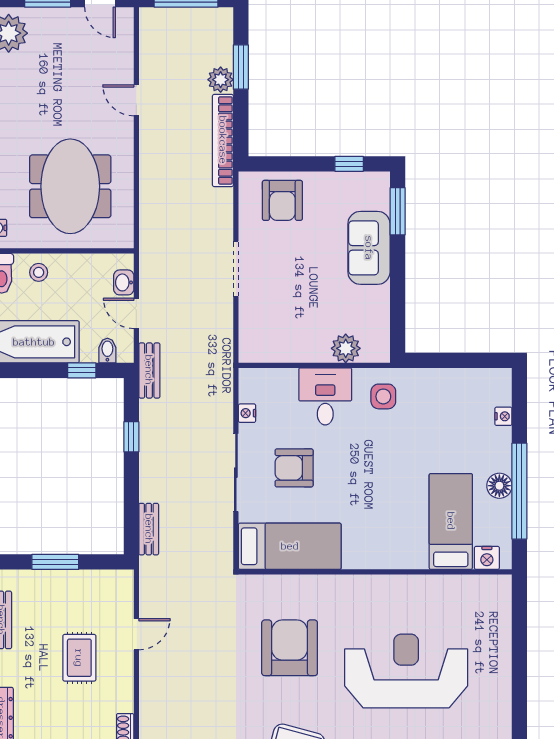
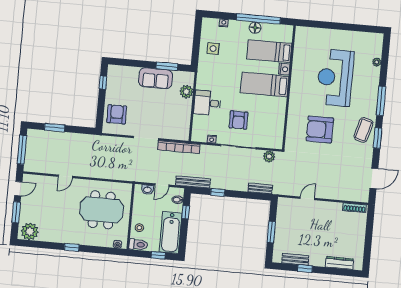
plant: (221, 80) -> (269, 156), moved
bookcase: (223, 140) -> (179, 147), moved
armchair: (282, 200) -> (117, 114), turned -90
window: (398, 211) -> (167, 66), moved
sofa: (369, 248) -> (156, 78), moved
bench: (149, 370) -> (193, 182), width x1.36
side table: (383, 396) -> (213, 49), moved
bed: (290, 546) -> (265, 84), moved, turned -90
nightstand: (487, 558) -> (284, 69), moved
door: (136, 634) -> (307, 198), hinge flipped
rug: (79, 658) -> (316, 225), removed

